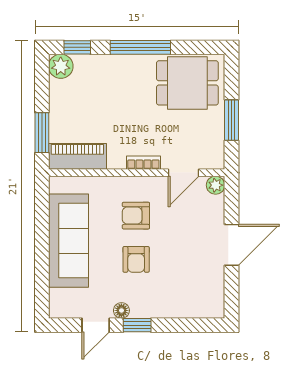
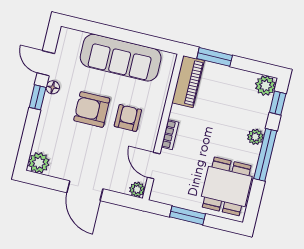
plant: (122, 64) -> (255, 137), added
armchair: (136, 259) -> (92, 109), width x1.38, depth x1.38
plant: (212, 306) -> (39, 163), added

